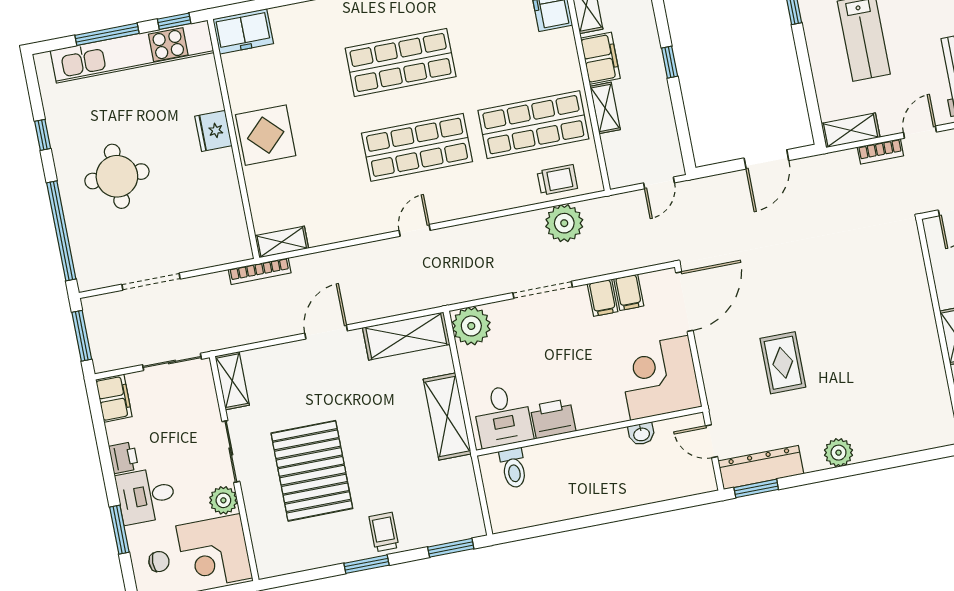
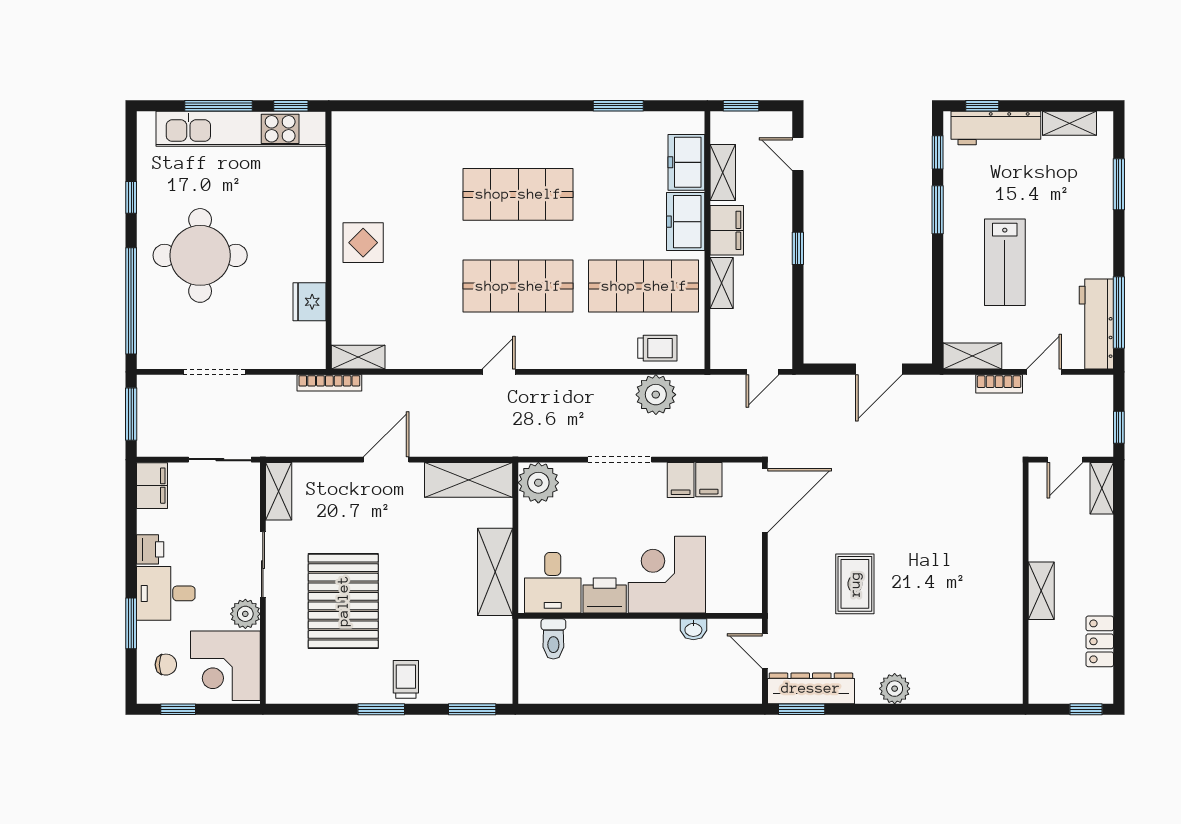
freezer: (243, 31) -> (686, 222), moved, turned 90
fridge: (213, 131) -> (310, 302), moved
display table: (266, 135) -> (363, 243), width x0.73, depth x0.73
round table: (117, 176) -> (200, 255), width x1.36, depth x1.36
corner desk: (660, 378) -> (667, 575), moved

